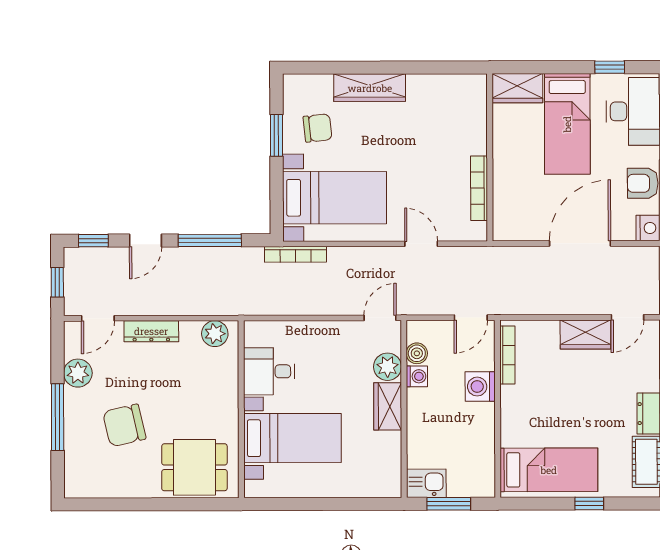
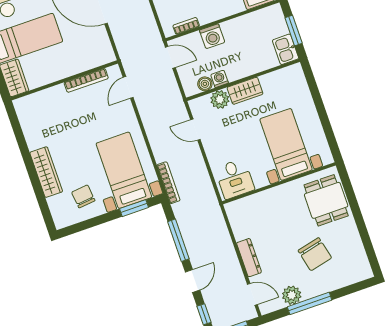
window: (276, 135) -> (134, 208), moved
door: (146, 241) -> (193, 281), hinge flipped
door: (421, 244) -> (128, 87), moved
door: (380, 318) -> (195, 130), moved
plant: (215, 334) -> (237, 217), removed
bookcase: (507, 355) -> (186, 26), width x0.64
desk: (269, 371) -> (235, 179), moved
window: (58, 417) -> (310, 303), moved

